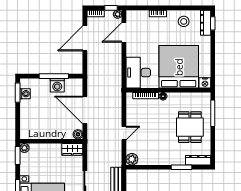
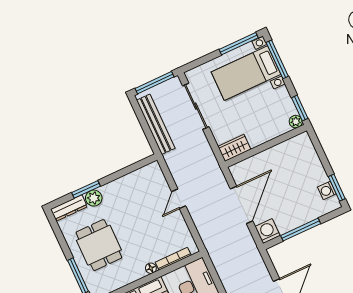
washing machine: (57, 85) -> (268, 231), moved
door: (85, 110) -> (242, 205), hinge flipped
boiler: (78, 134) -> (236, 170), removed
plant: (132, 159) -> (94, 198), moved

